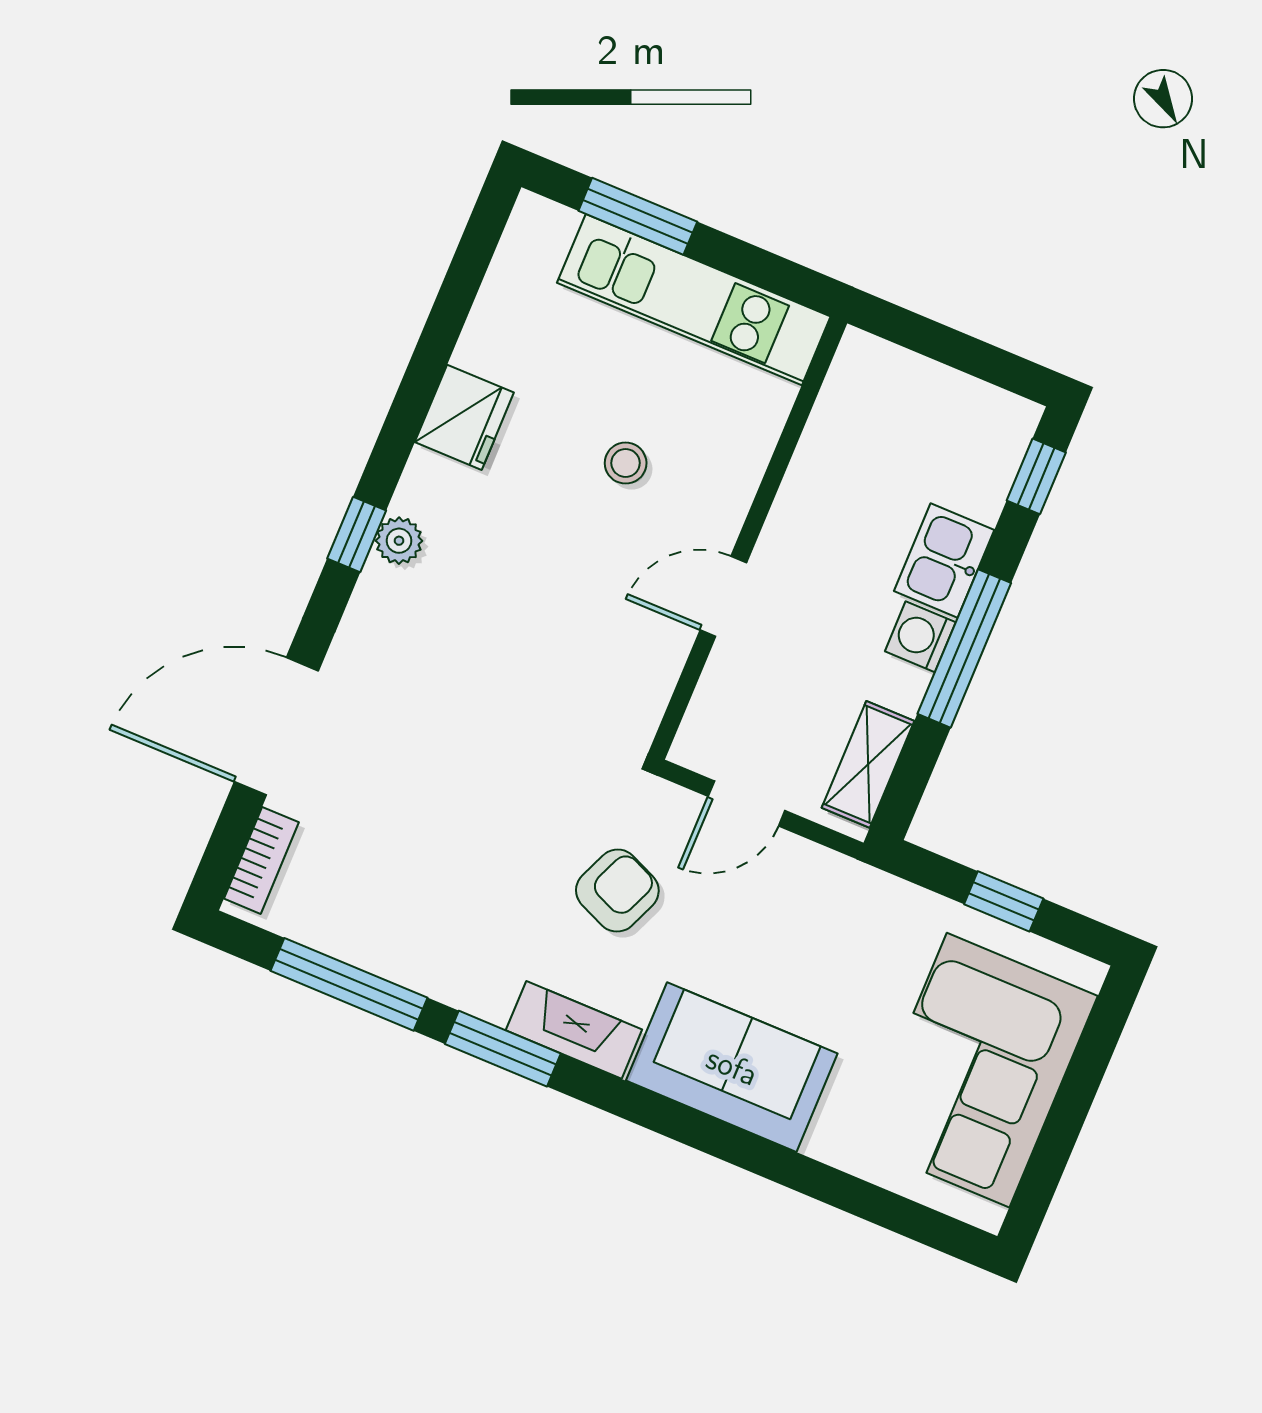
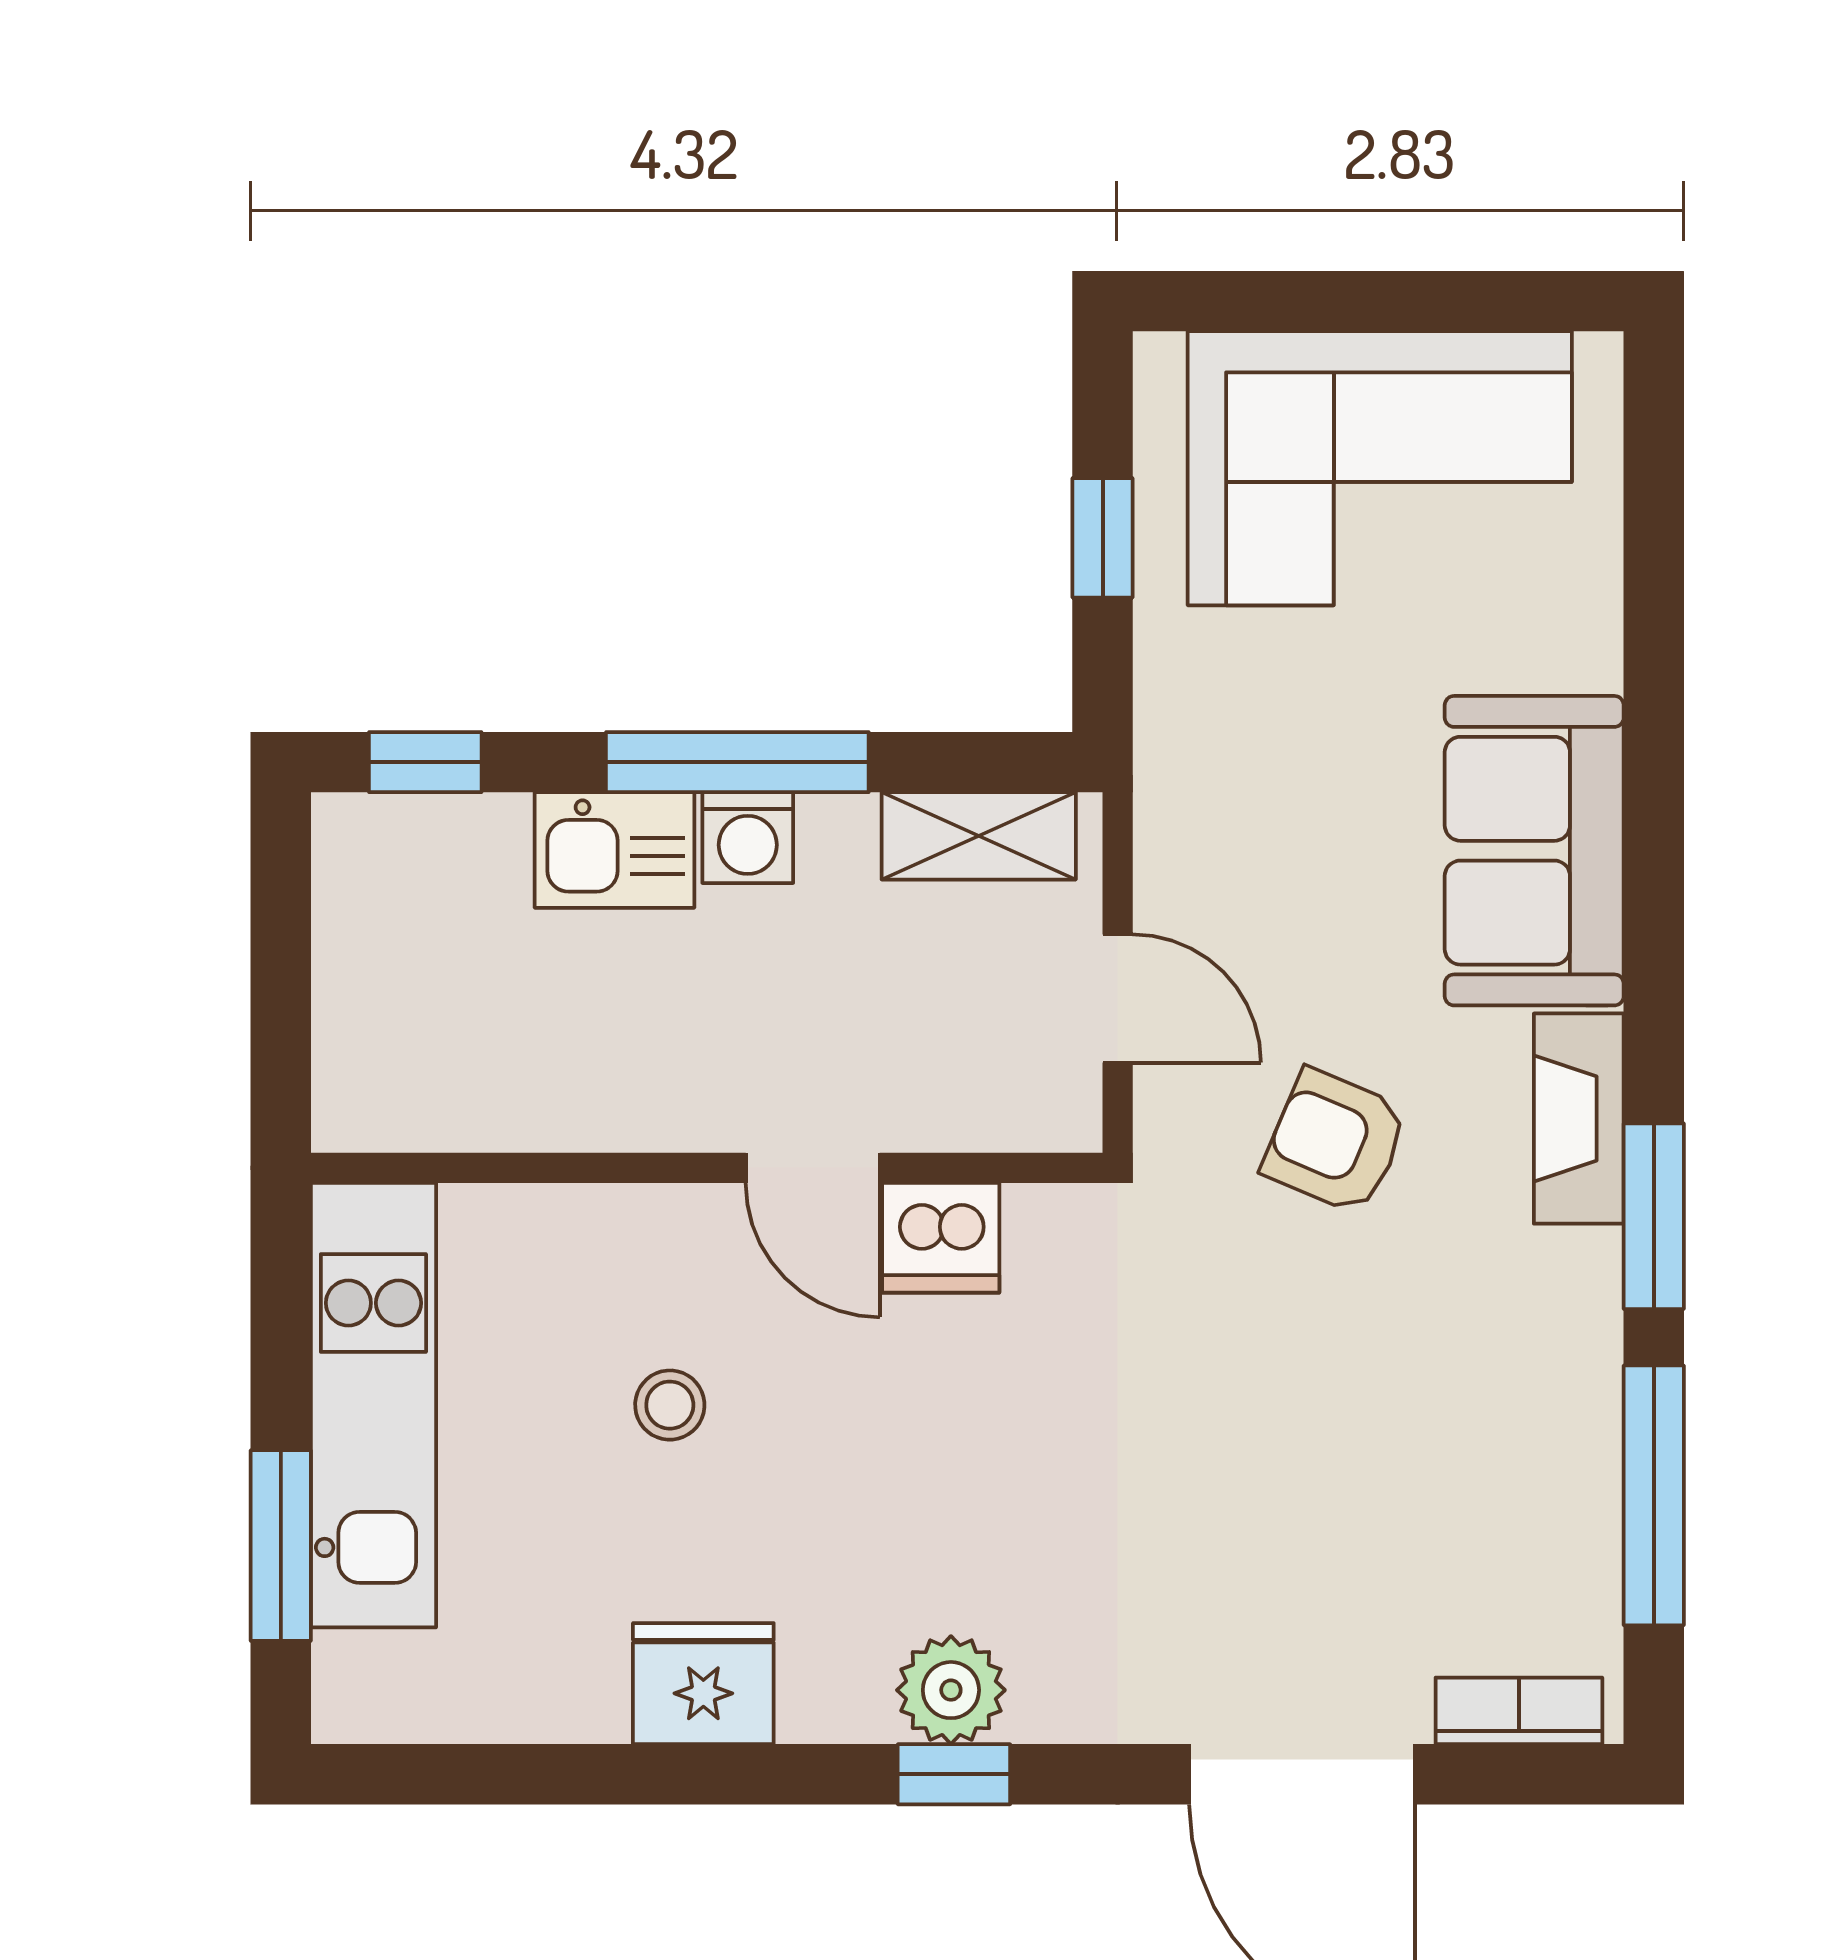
plant: (399, 541) -> (951, 1690), width x1.38, depth x1.38
dishwasher: (655, 651) -> (941, 1238), added

